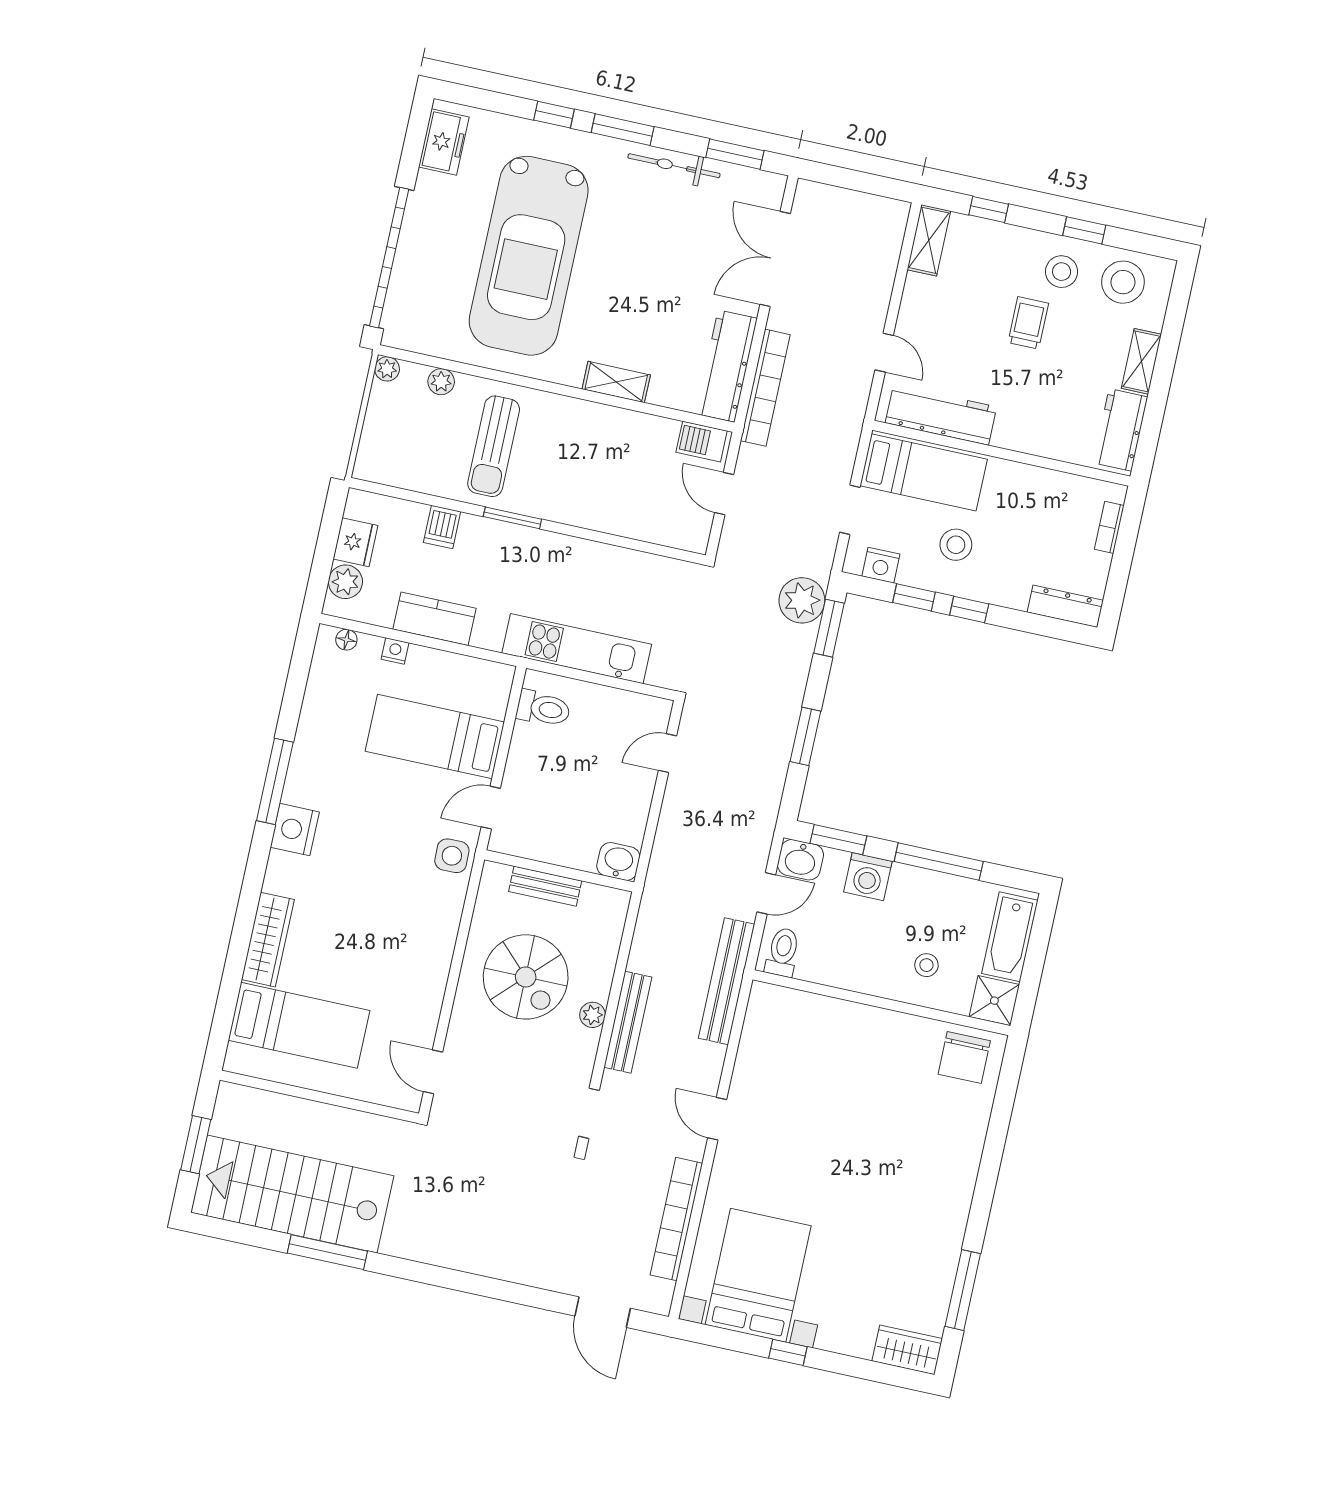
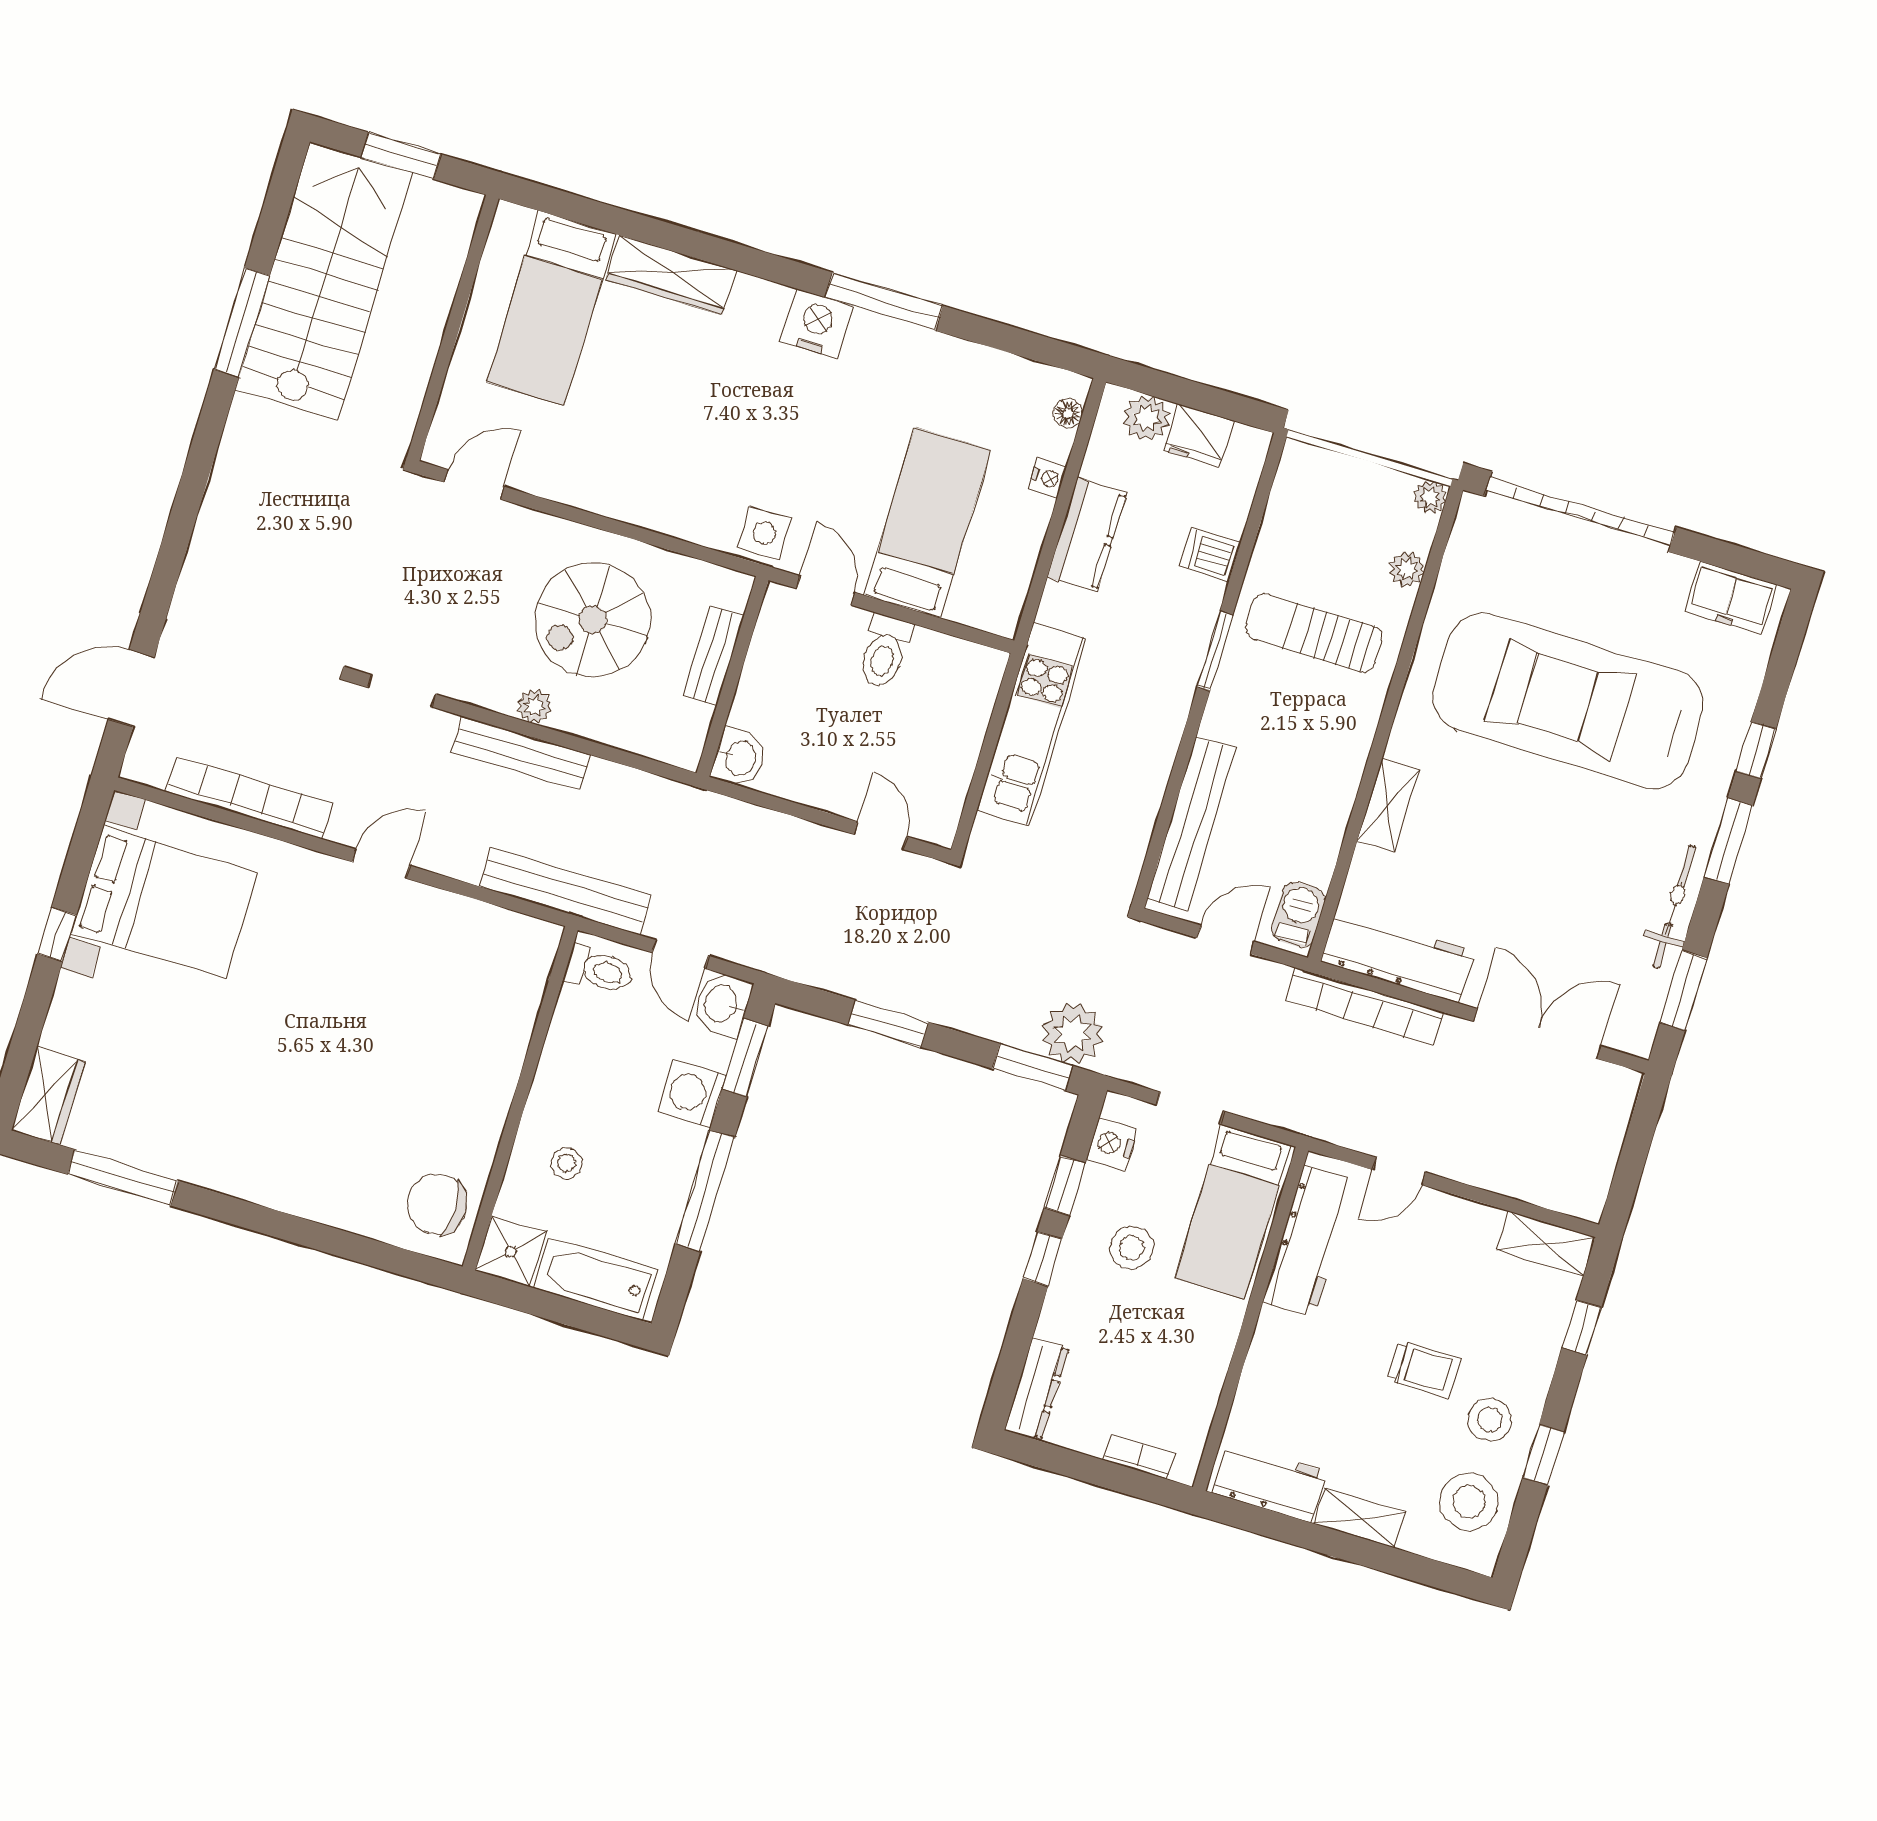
bench: (641, 525) -> (1192, 823), added
toilet: (543, 709) -> (885, 651), moved

